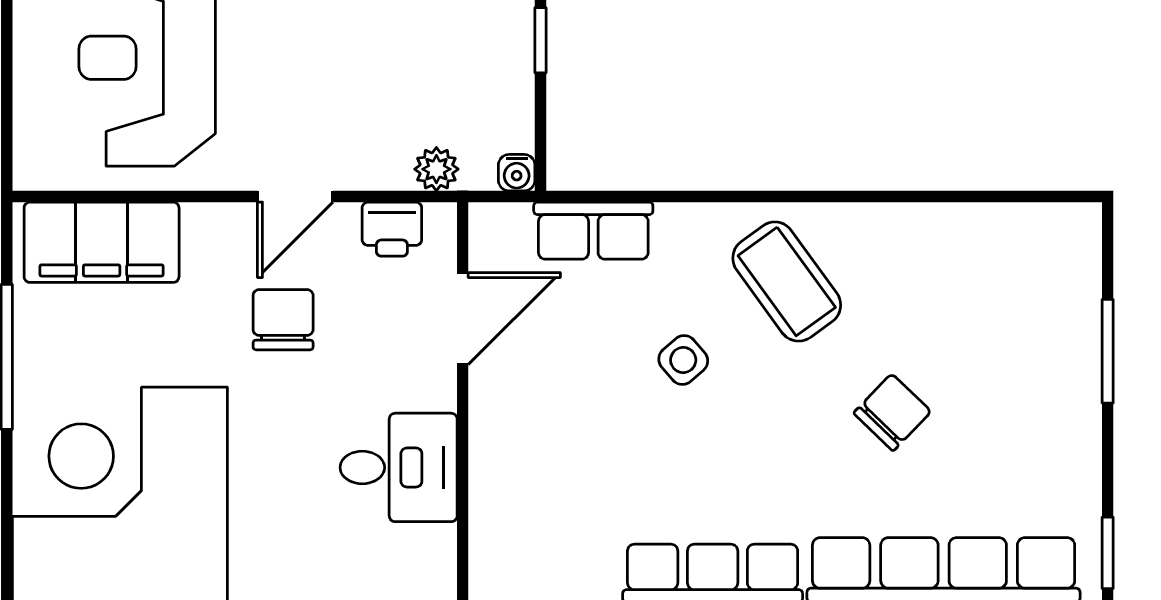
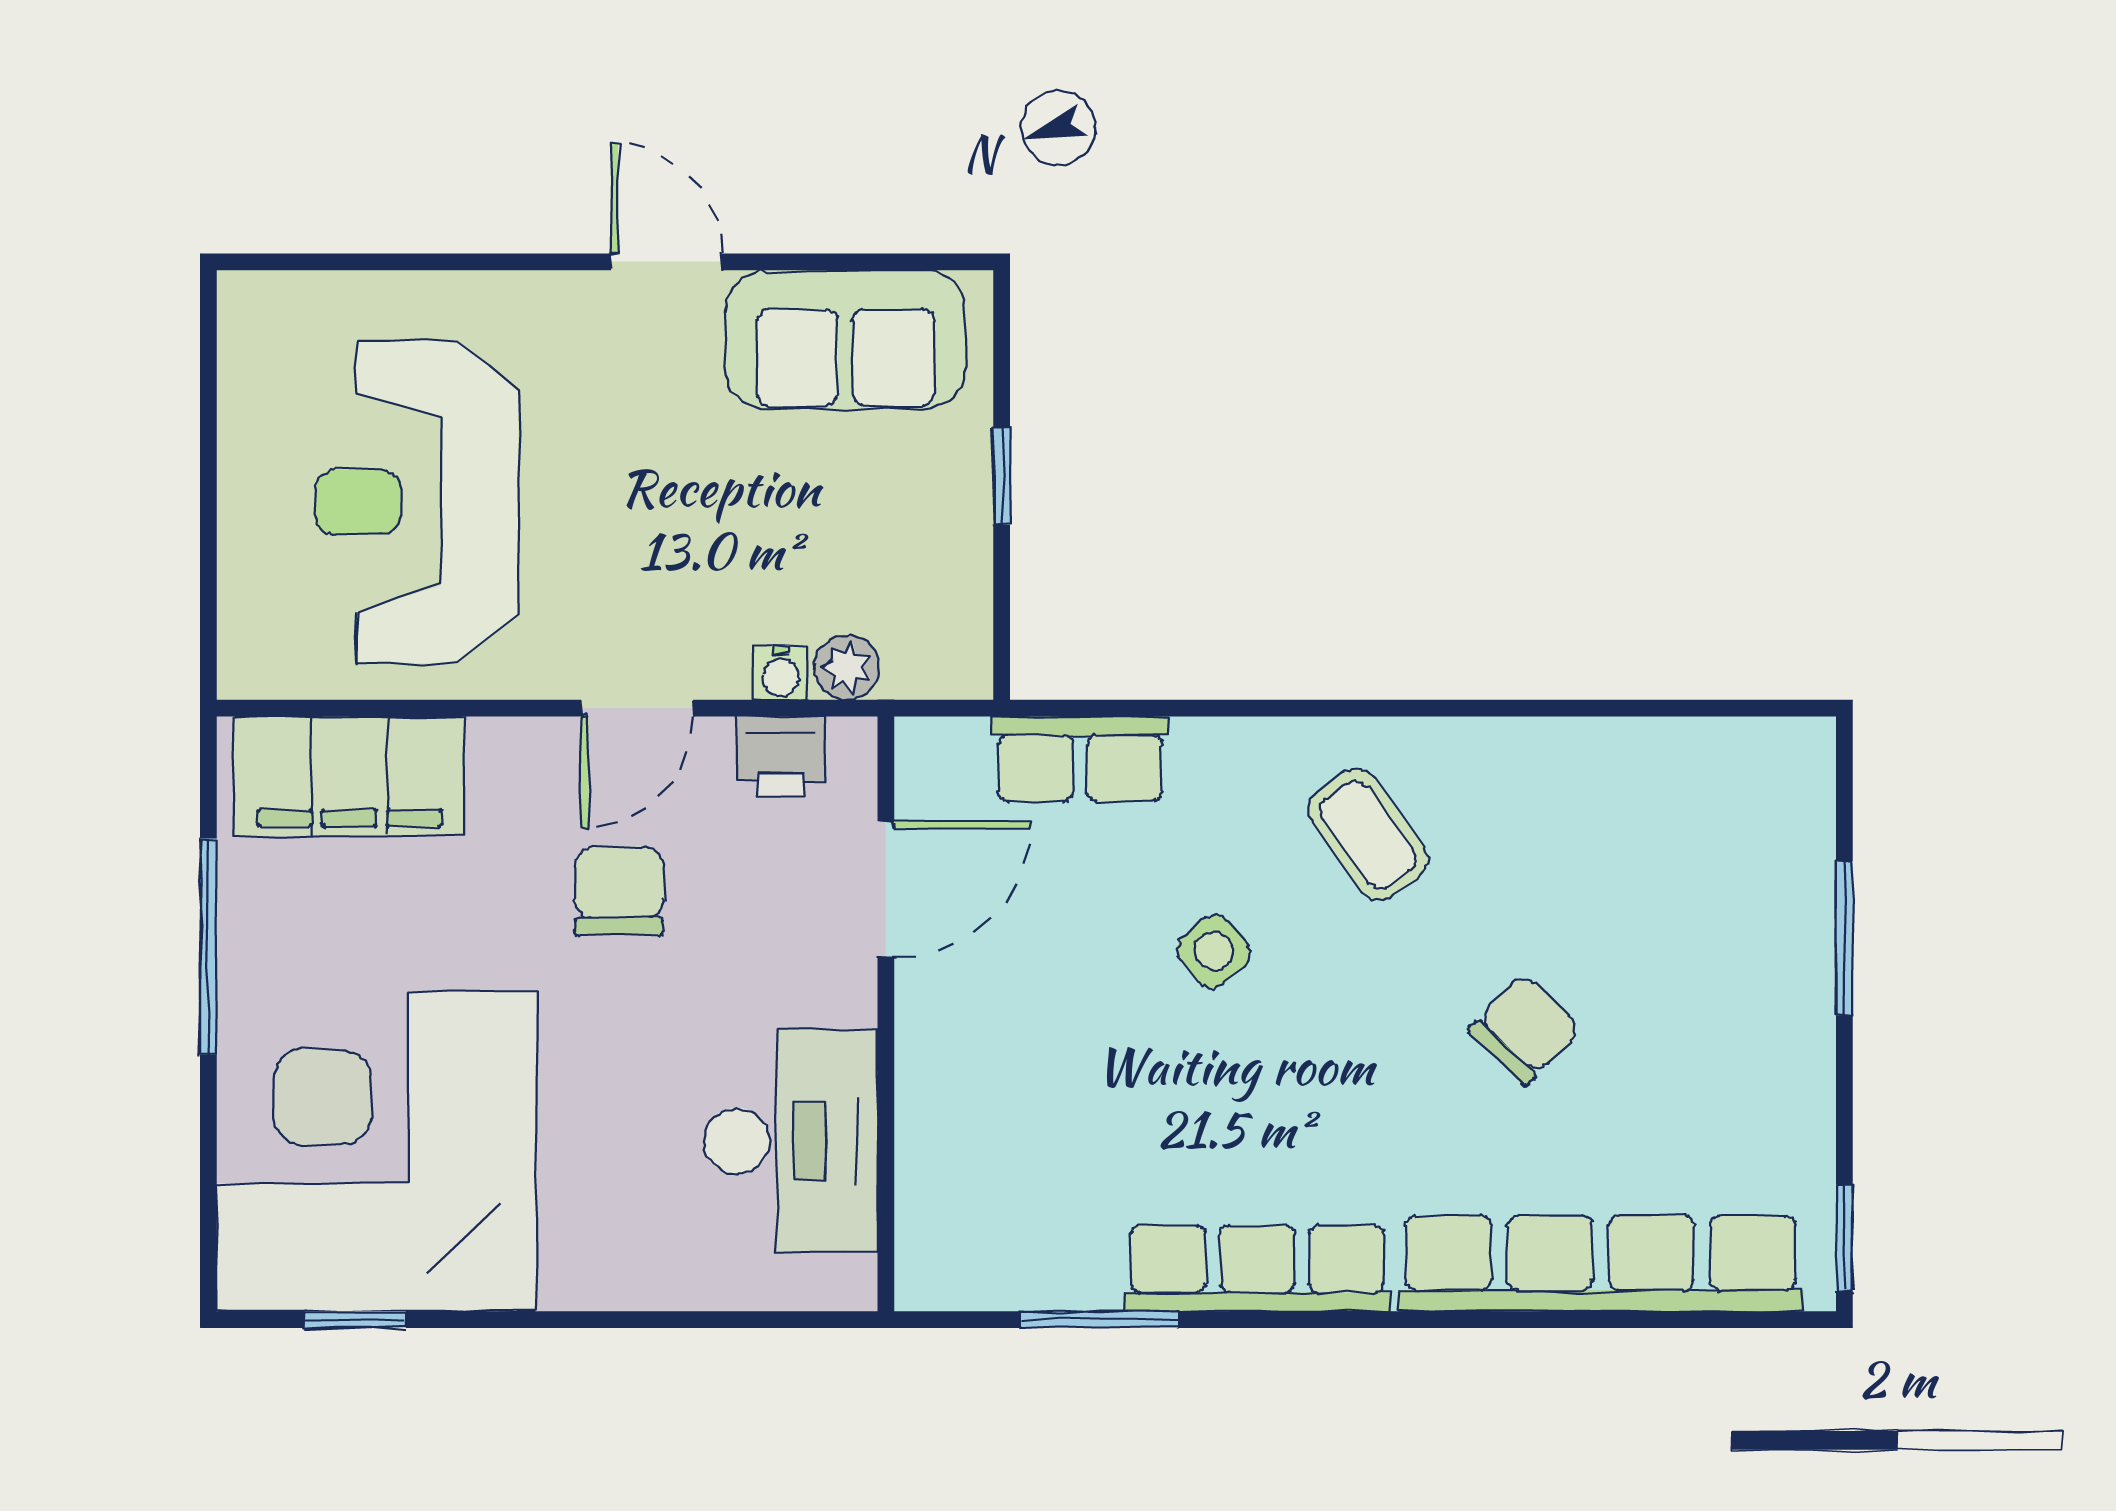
water cooler: (517, 173) -> (781, 673), moved
coffee table: (787, 282) -> (1368, 835), width x0.73, depth x0.77
desk: (399, 467) -> (791, 1141), width x1.37

